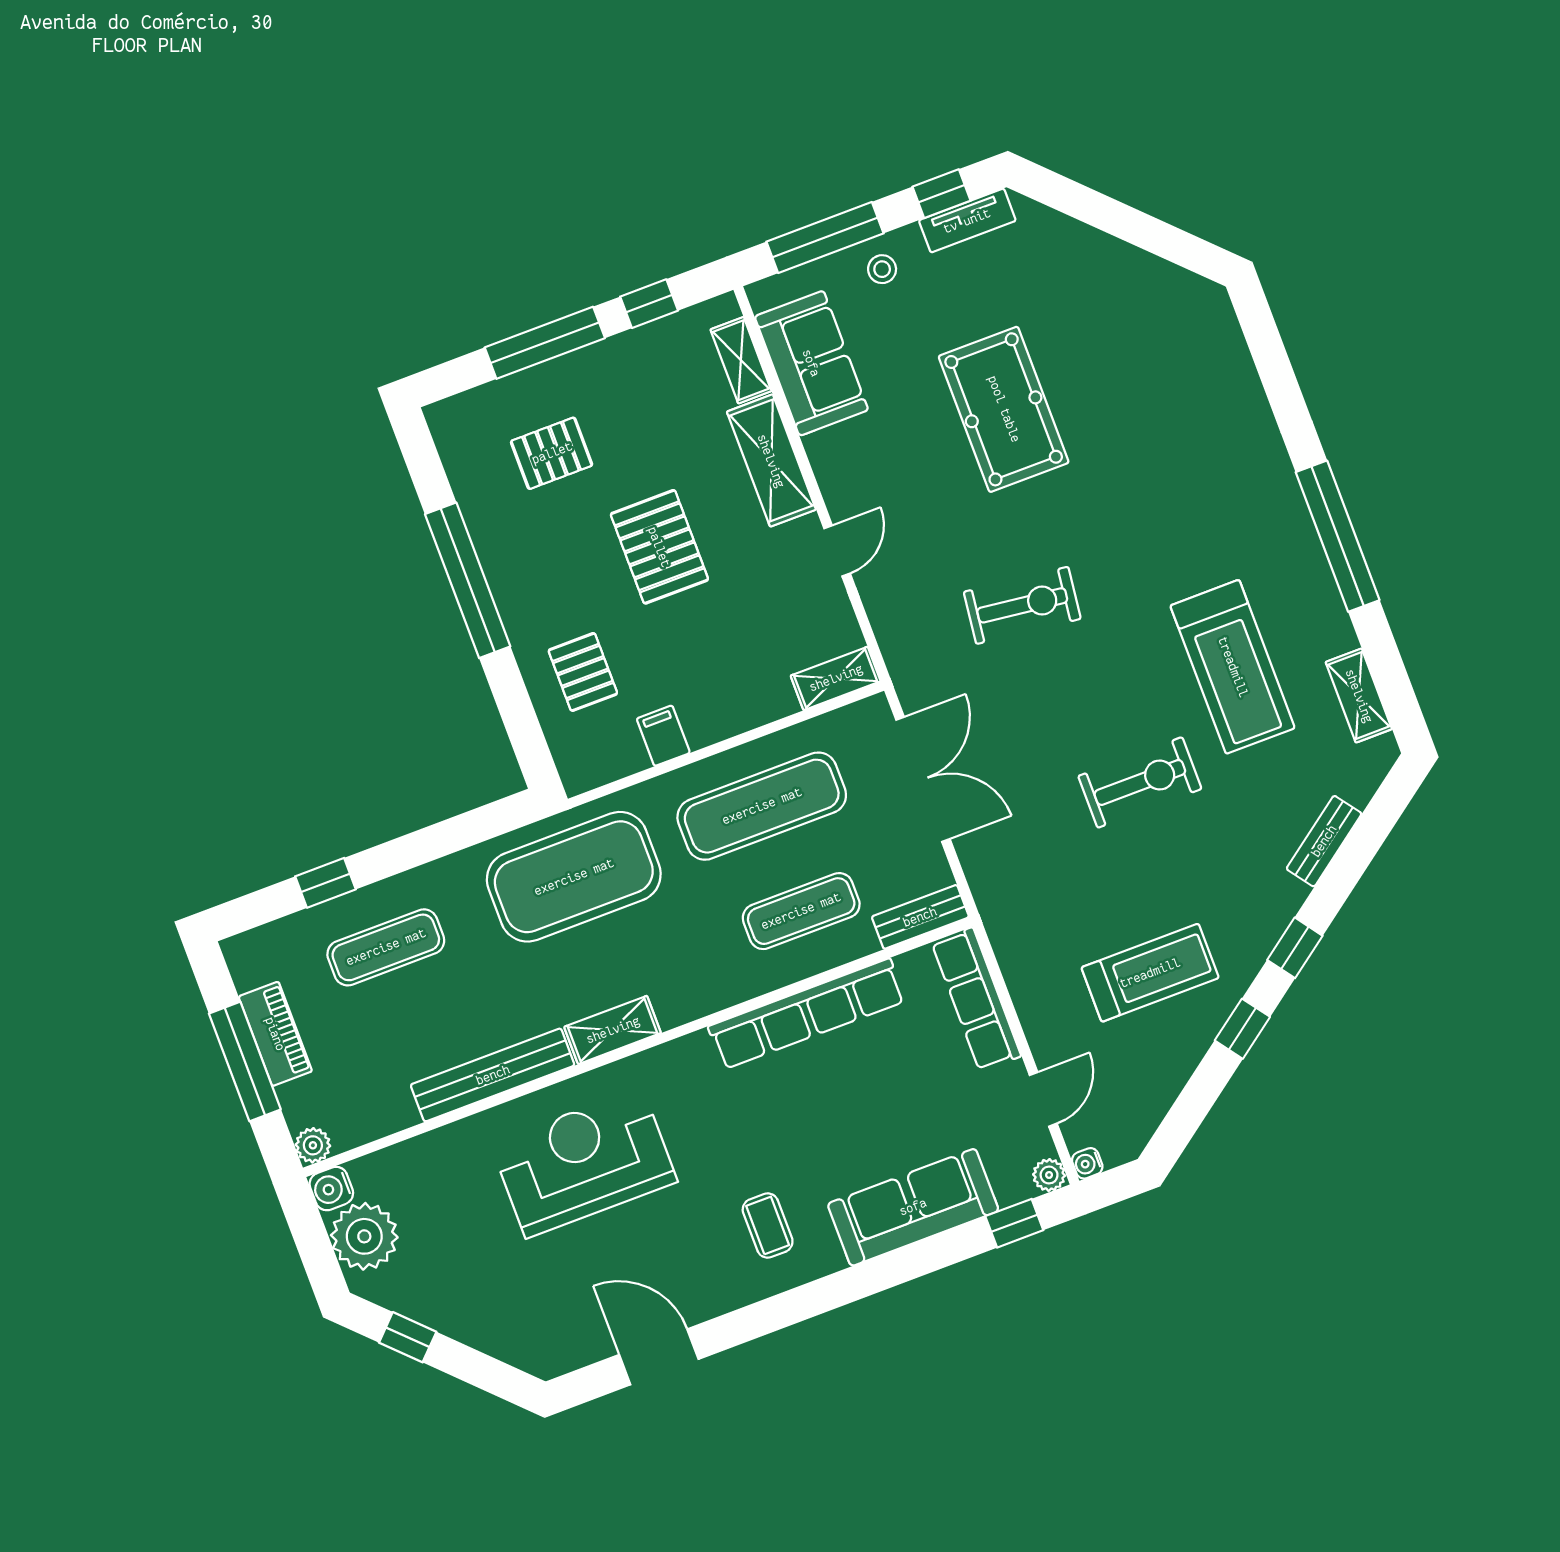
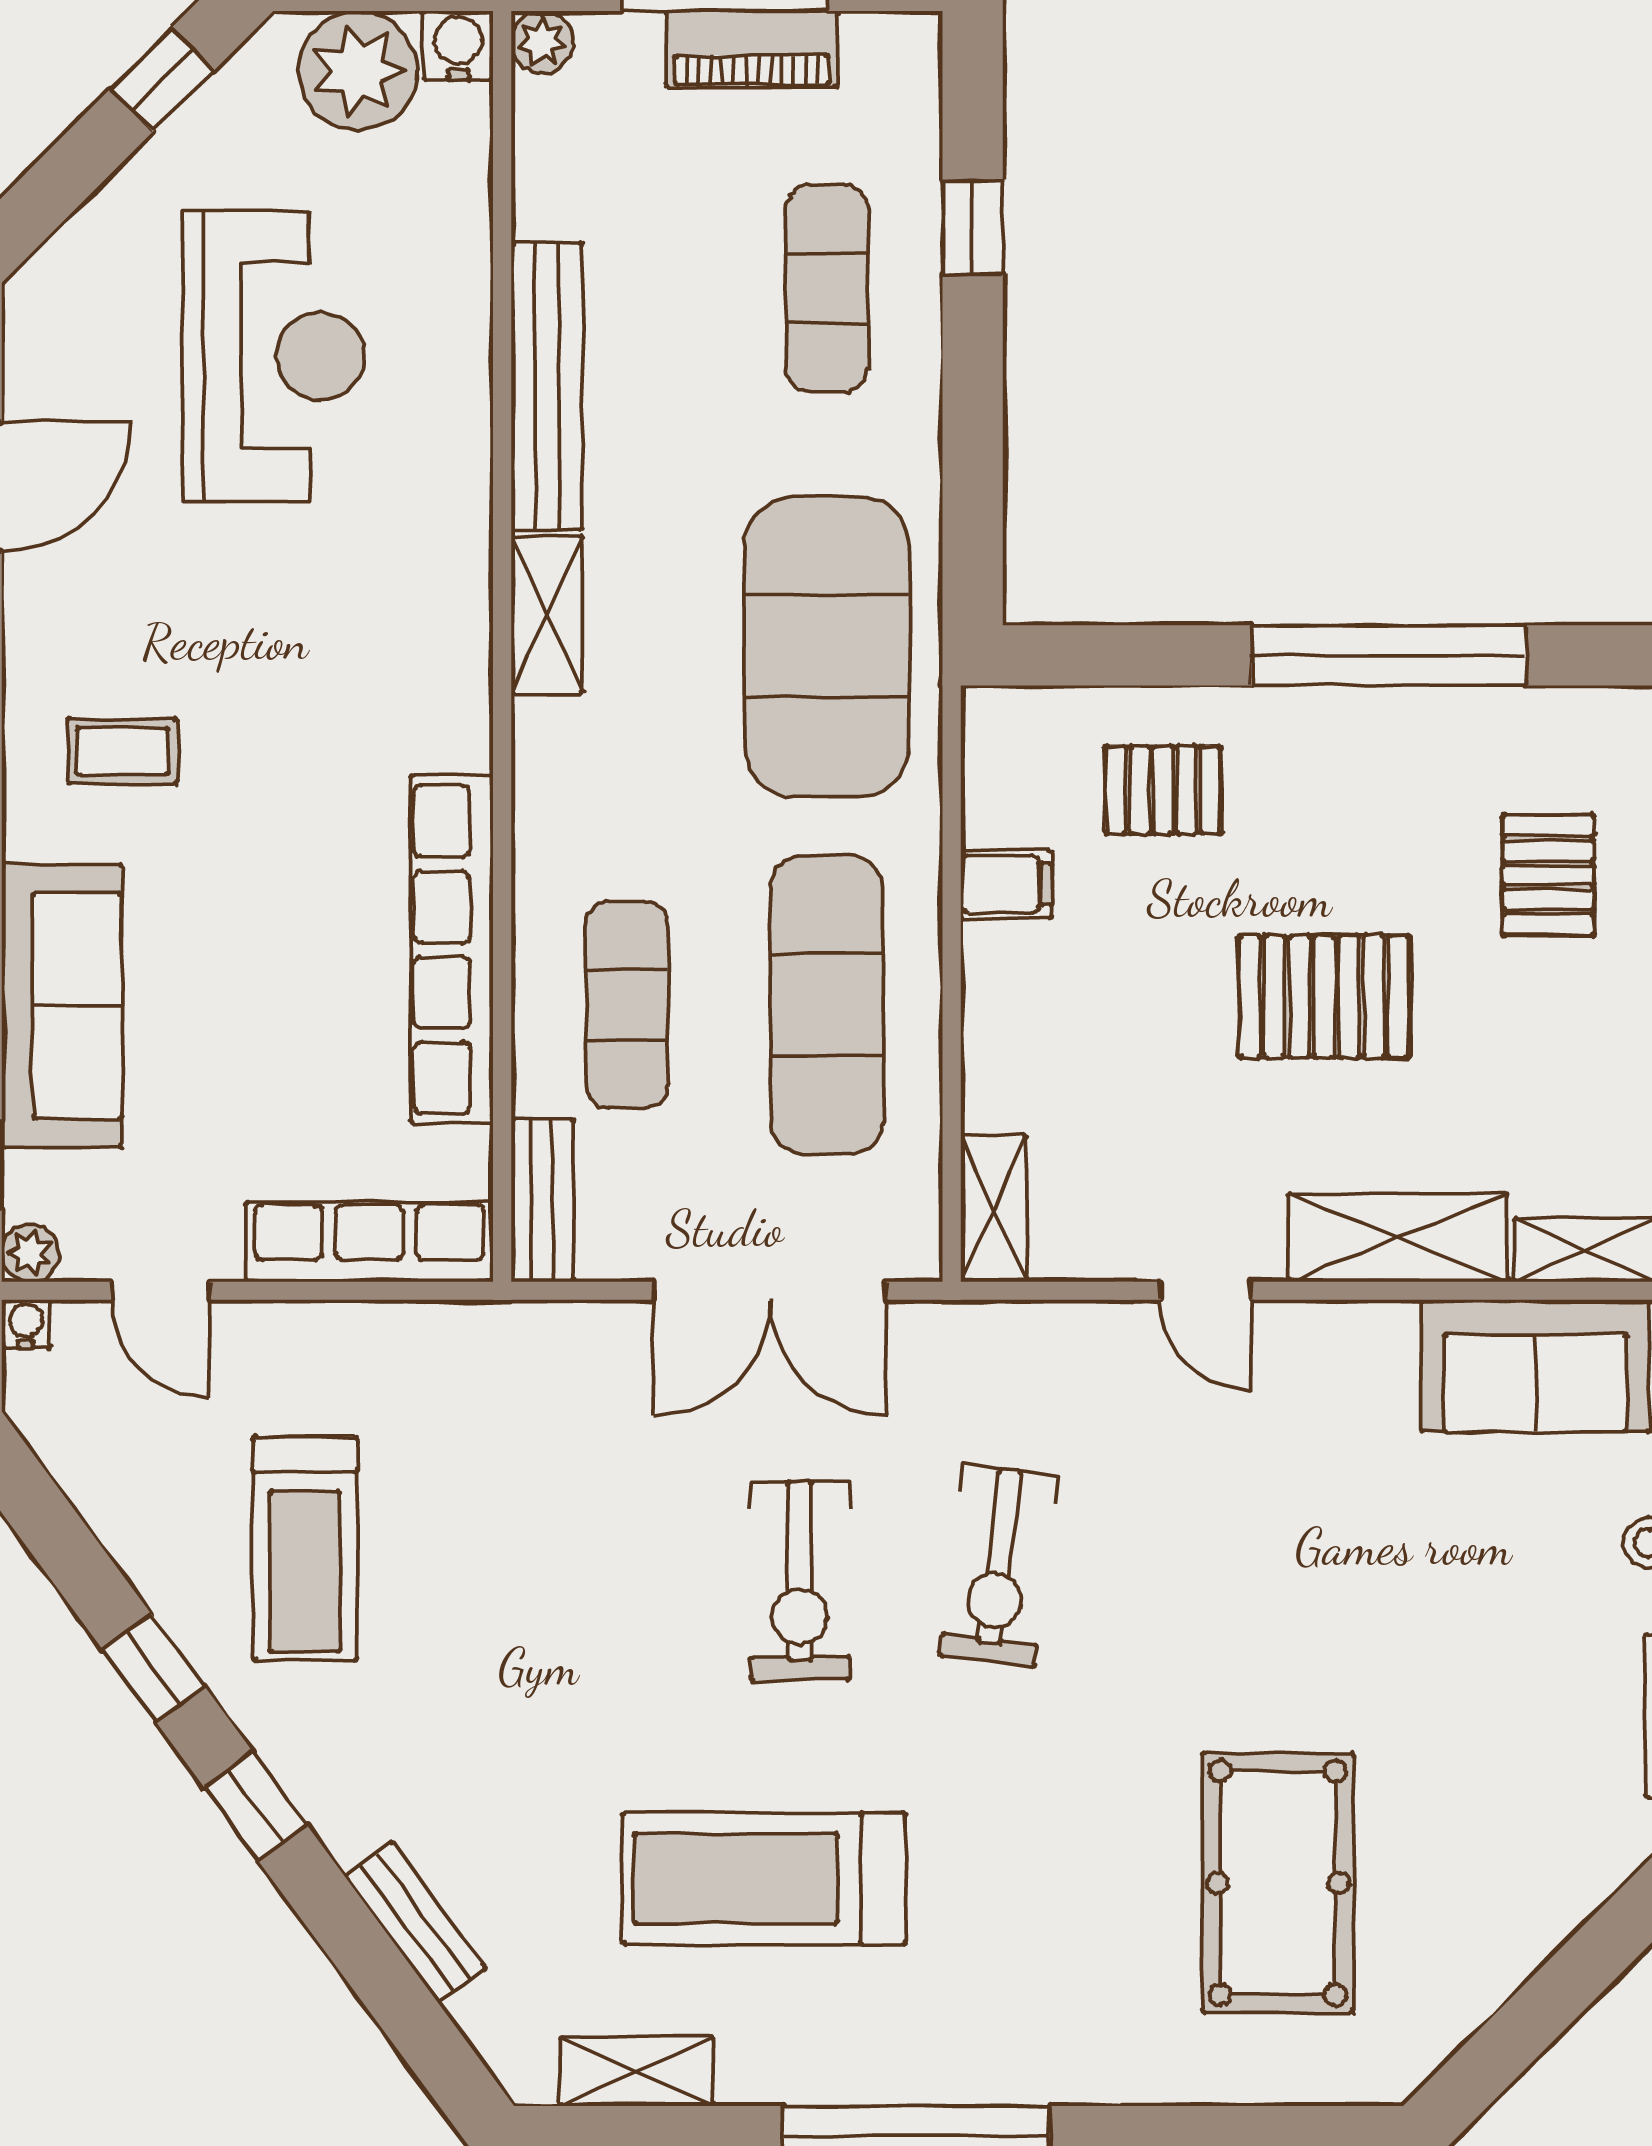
pool table: (1004, 409) -> (1278, 1883), moved, turned 90
exercise bike: (1140, 782) -> (800, 1581), moved
reception desk: (584, 1162) -> (273, 356), moved

